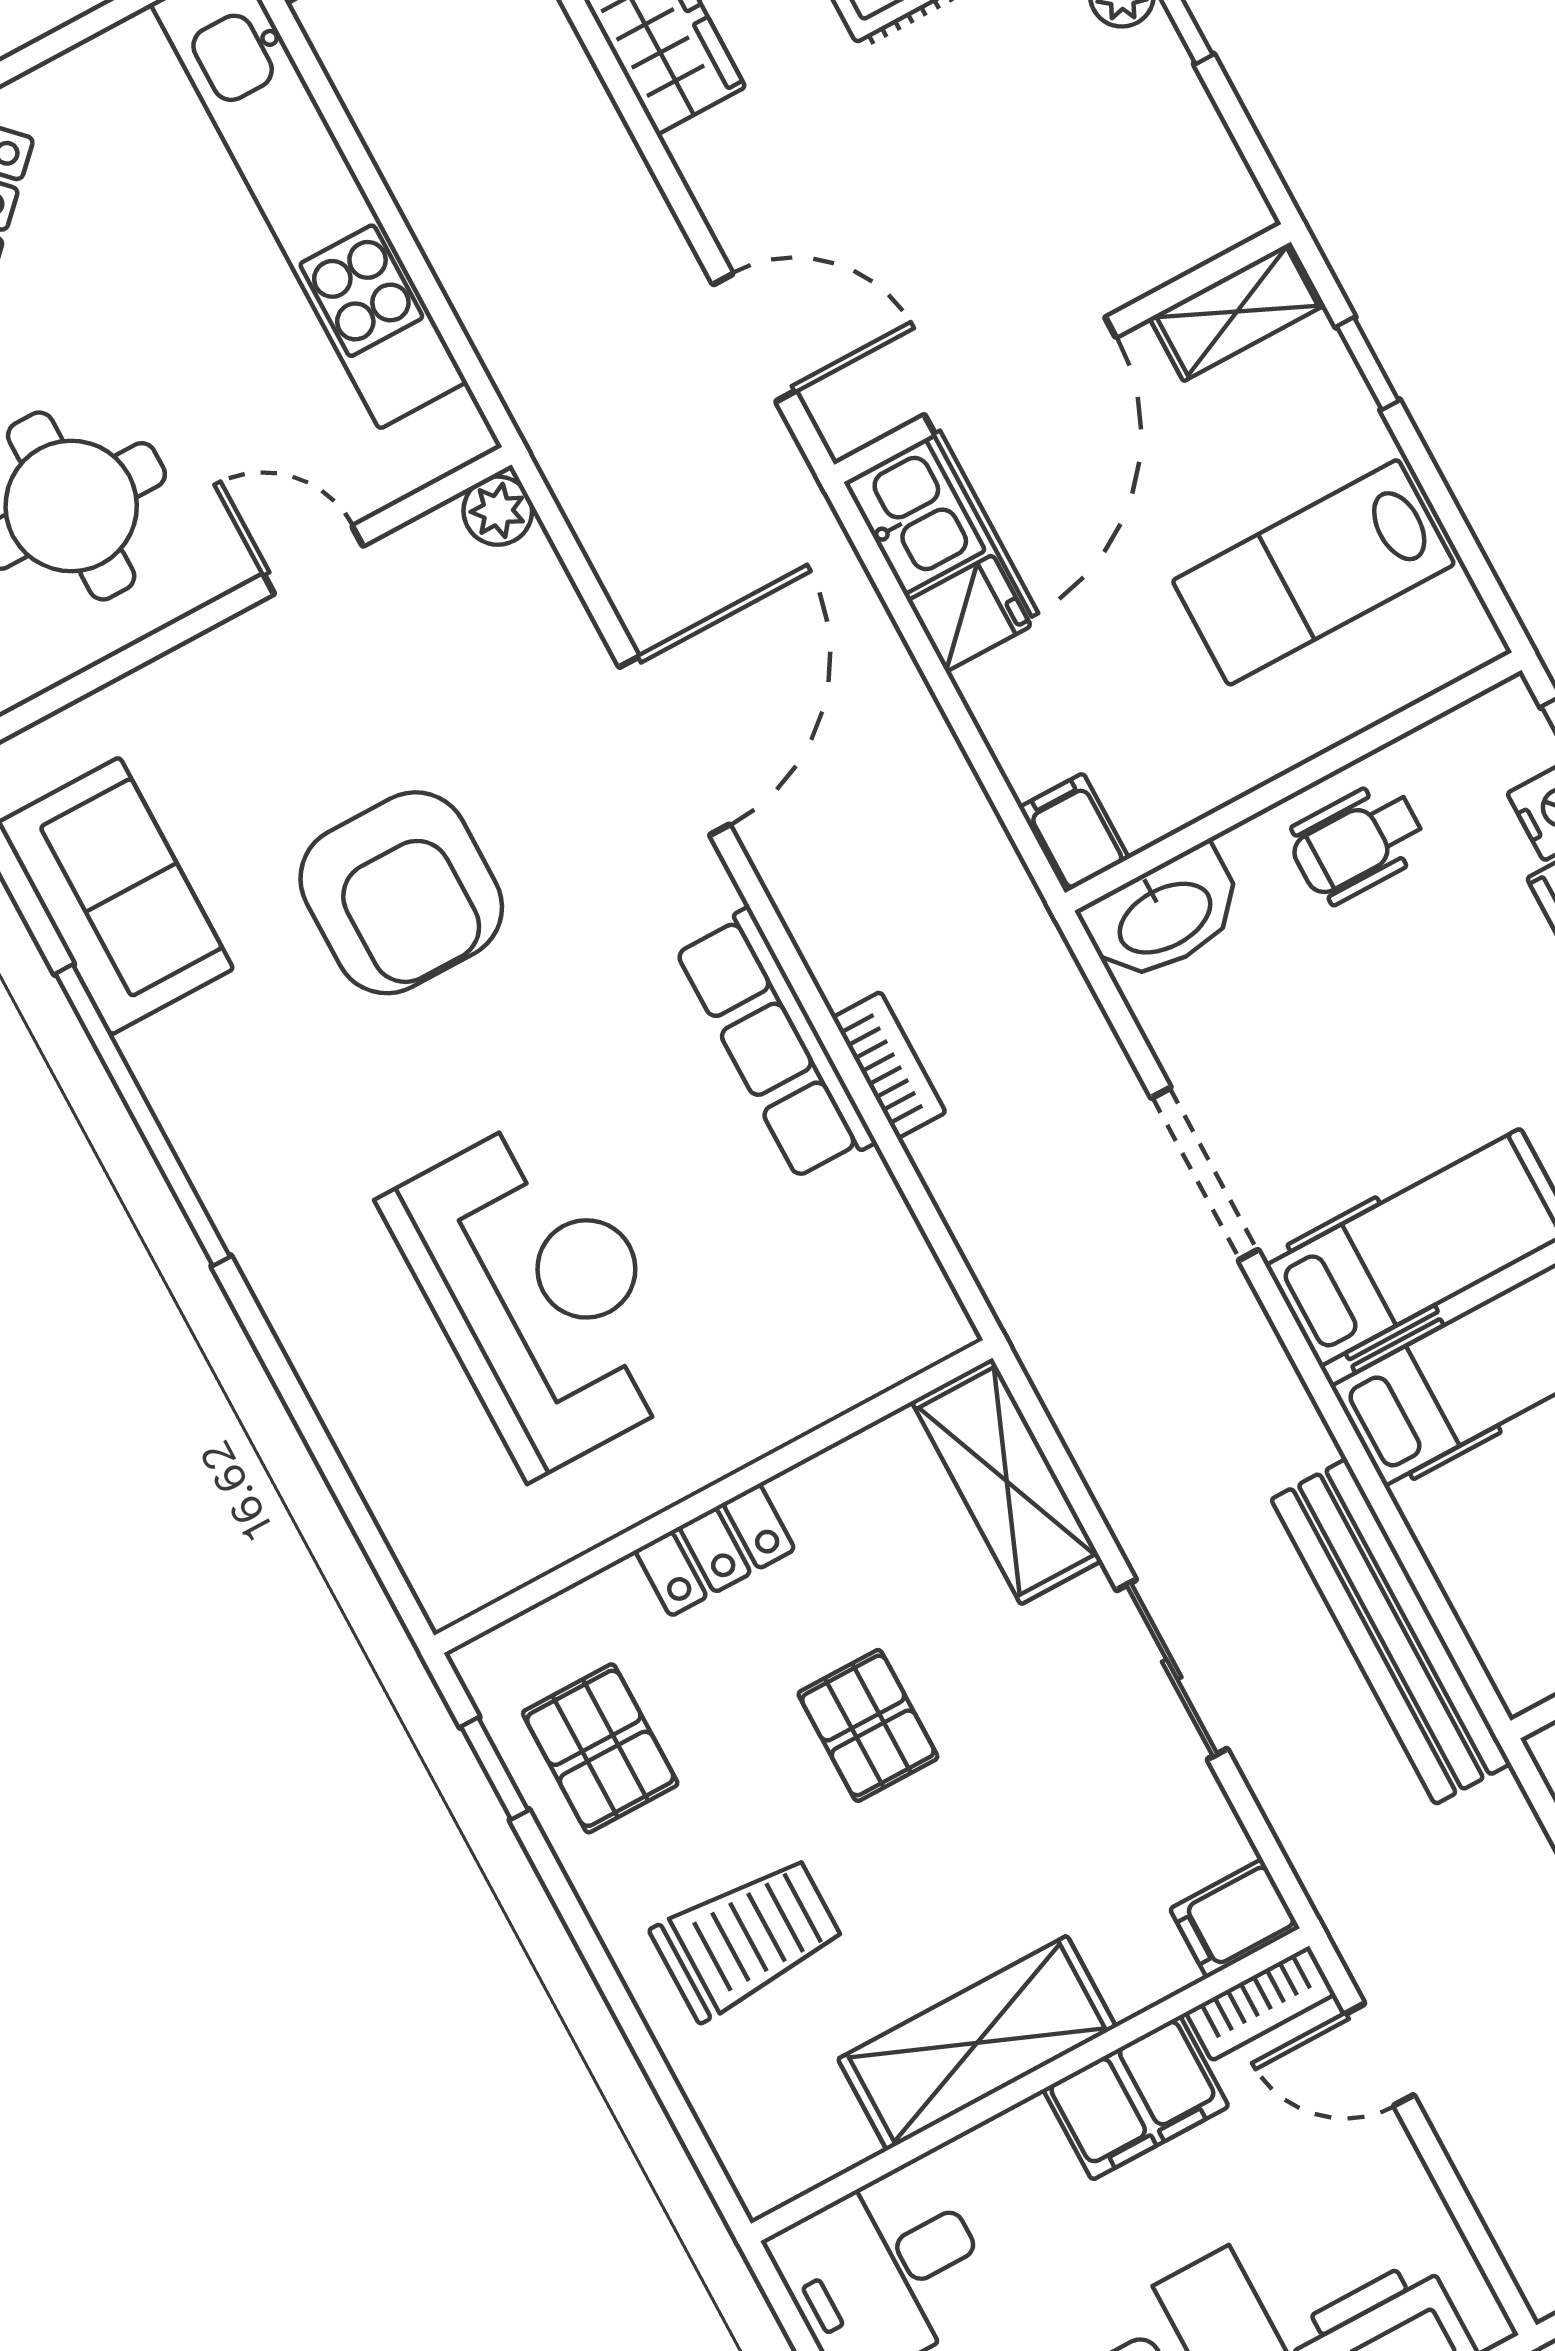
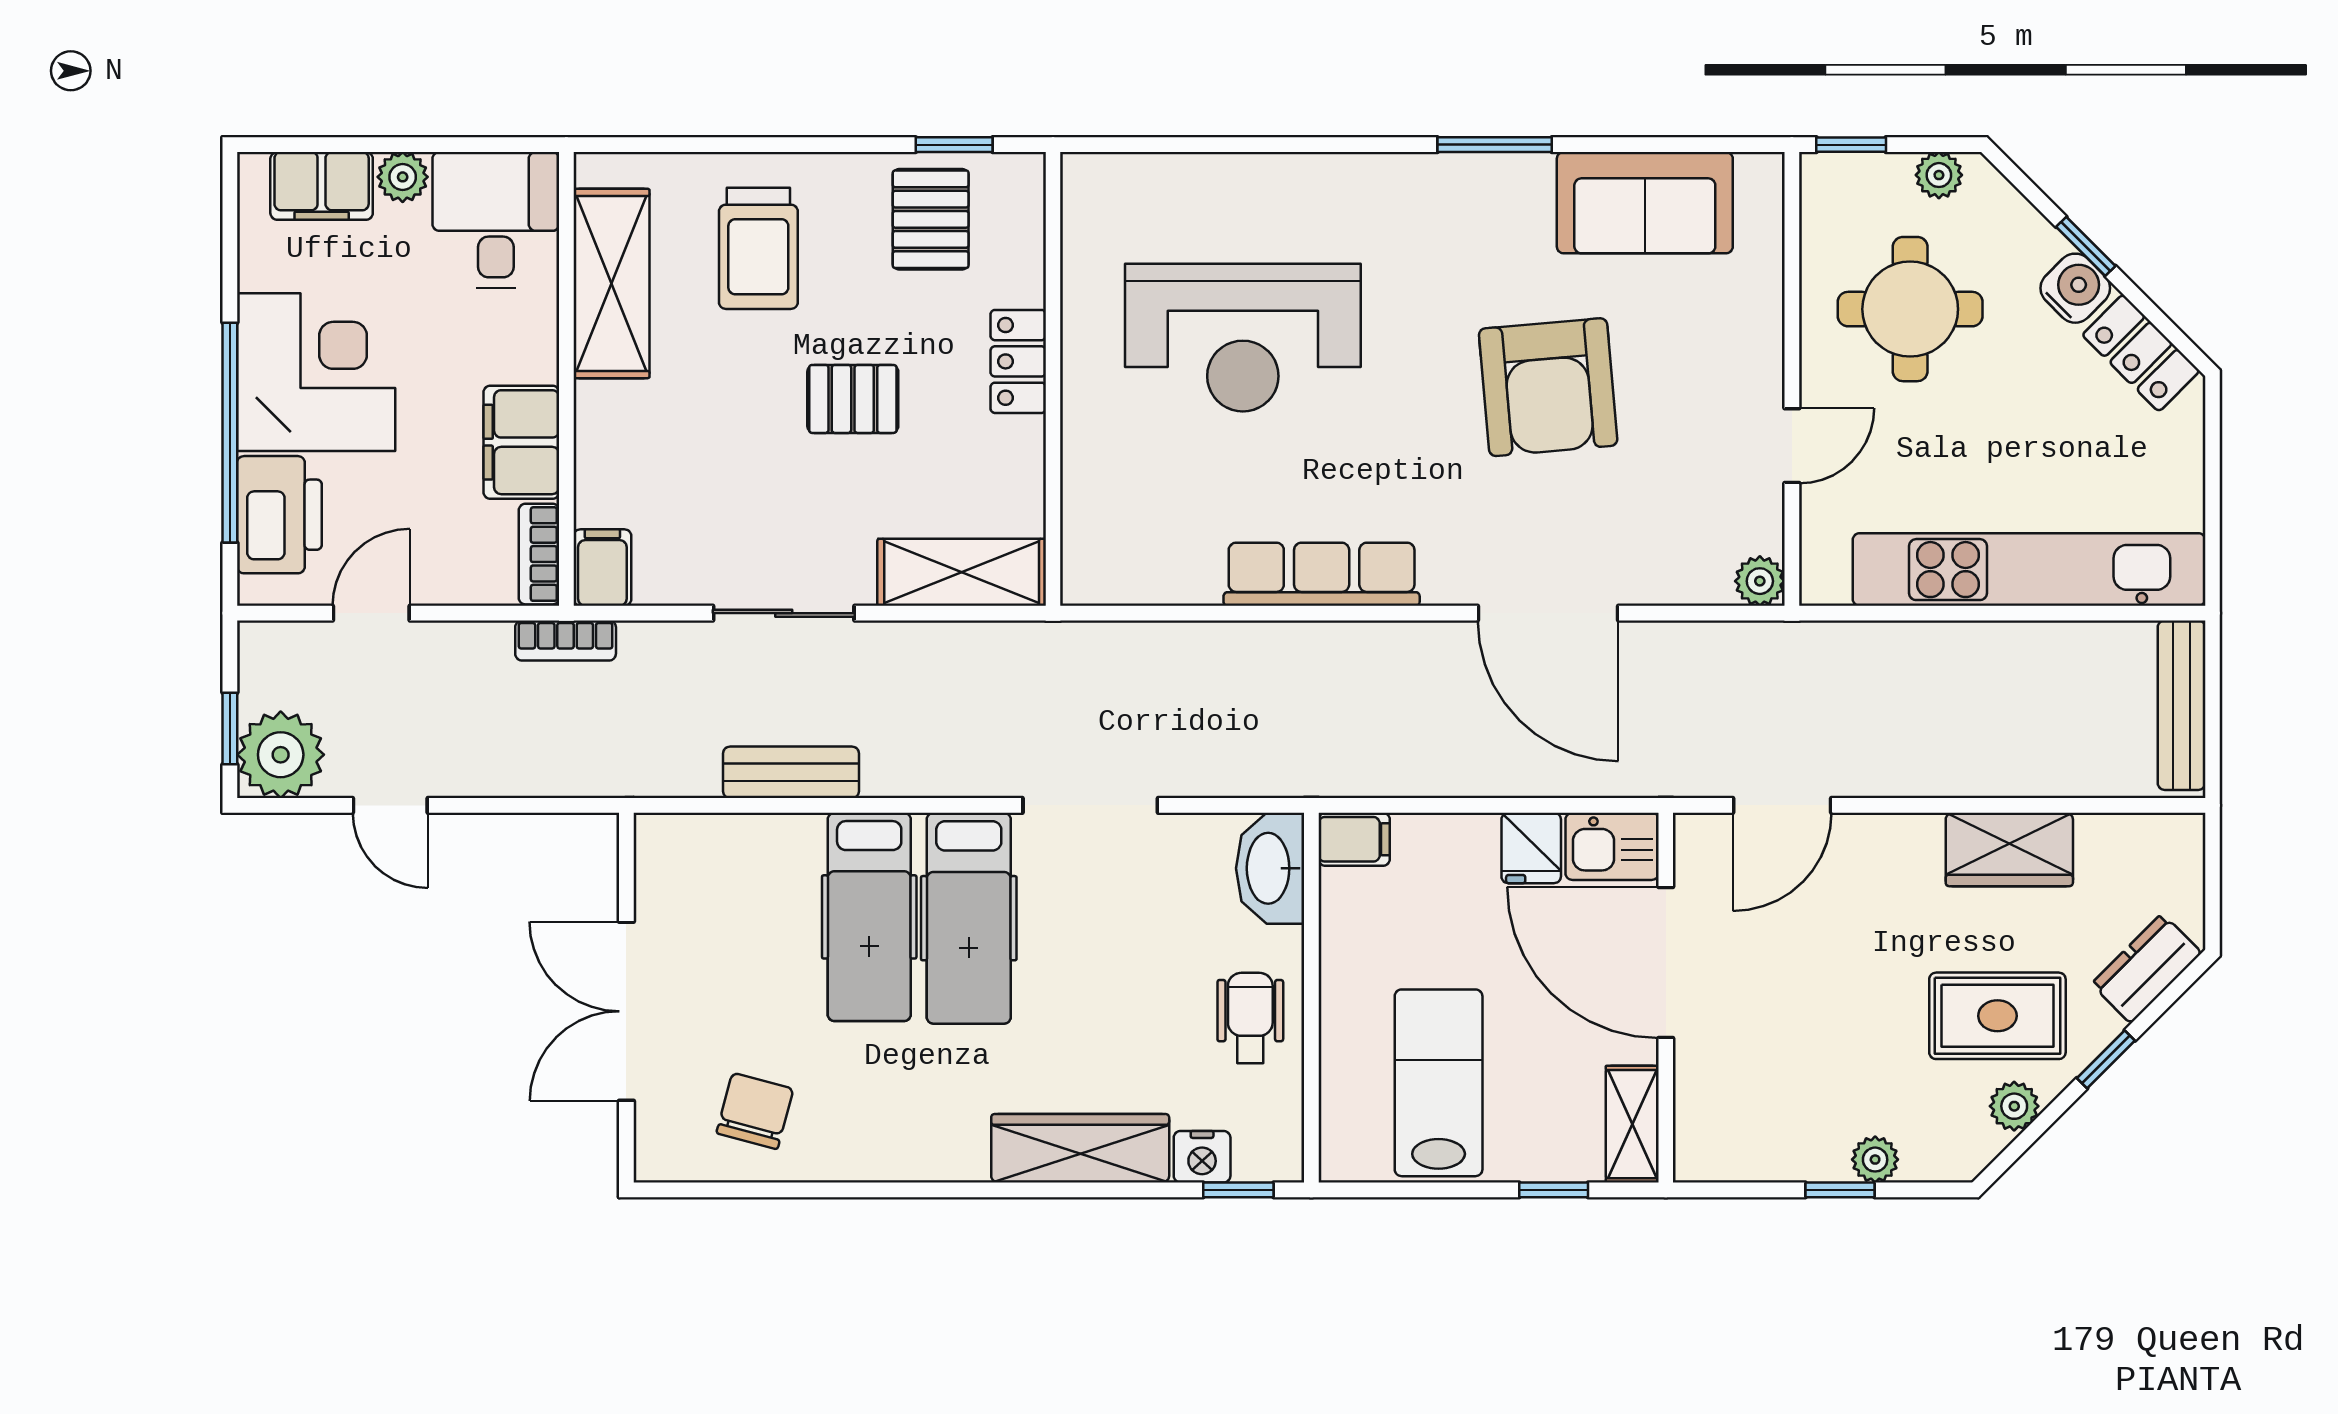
armchair: (401, 893) -> (1548, 387), turned -95
bookcase: (889, 1065) -> (566, 640), moved
window: (143, 1115) -> (1495, 145), width x0.47
bench: (1391, 1632) -> (791, 772), width x0.54, depth x0.82
pallet: (600, 1748) -> (931, 219), turned 90
shelving: (977, 2043) -> (612, 283), moved
door: (1379, 2055) -> (371, 613), moved

